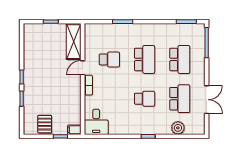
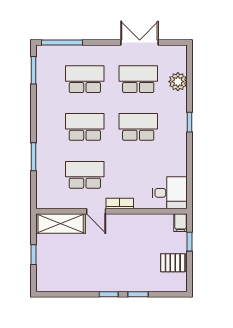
school desk: (109, 59) -> (85, 175), width x1.85
school desk: (145, 99) -> (138, 127), width x1.85

